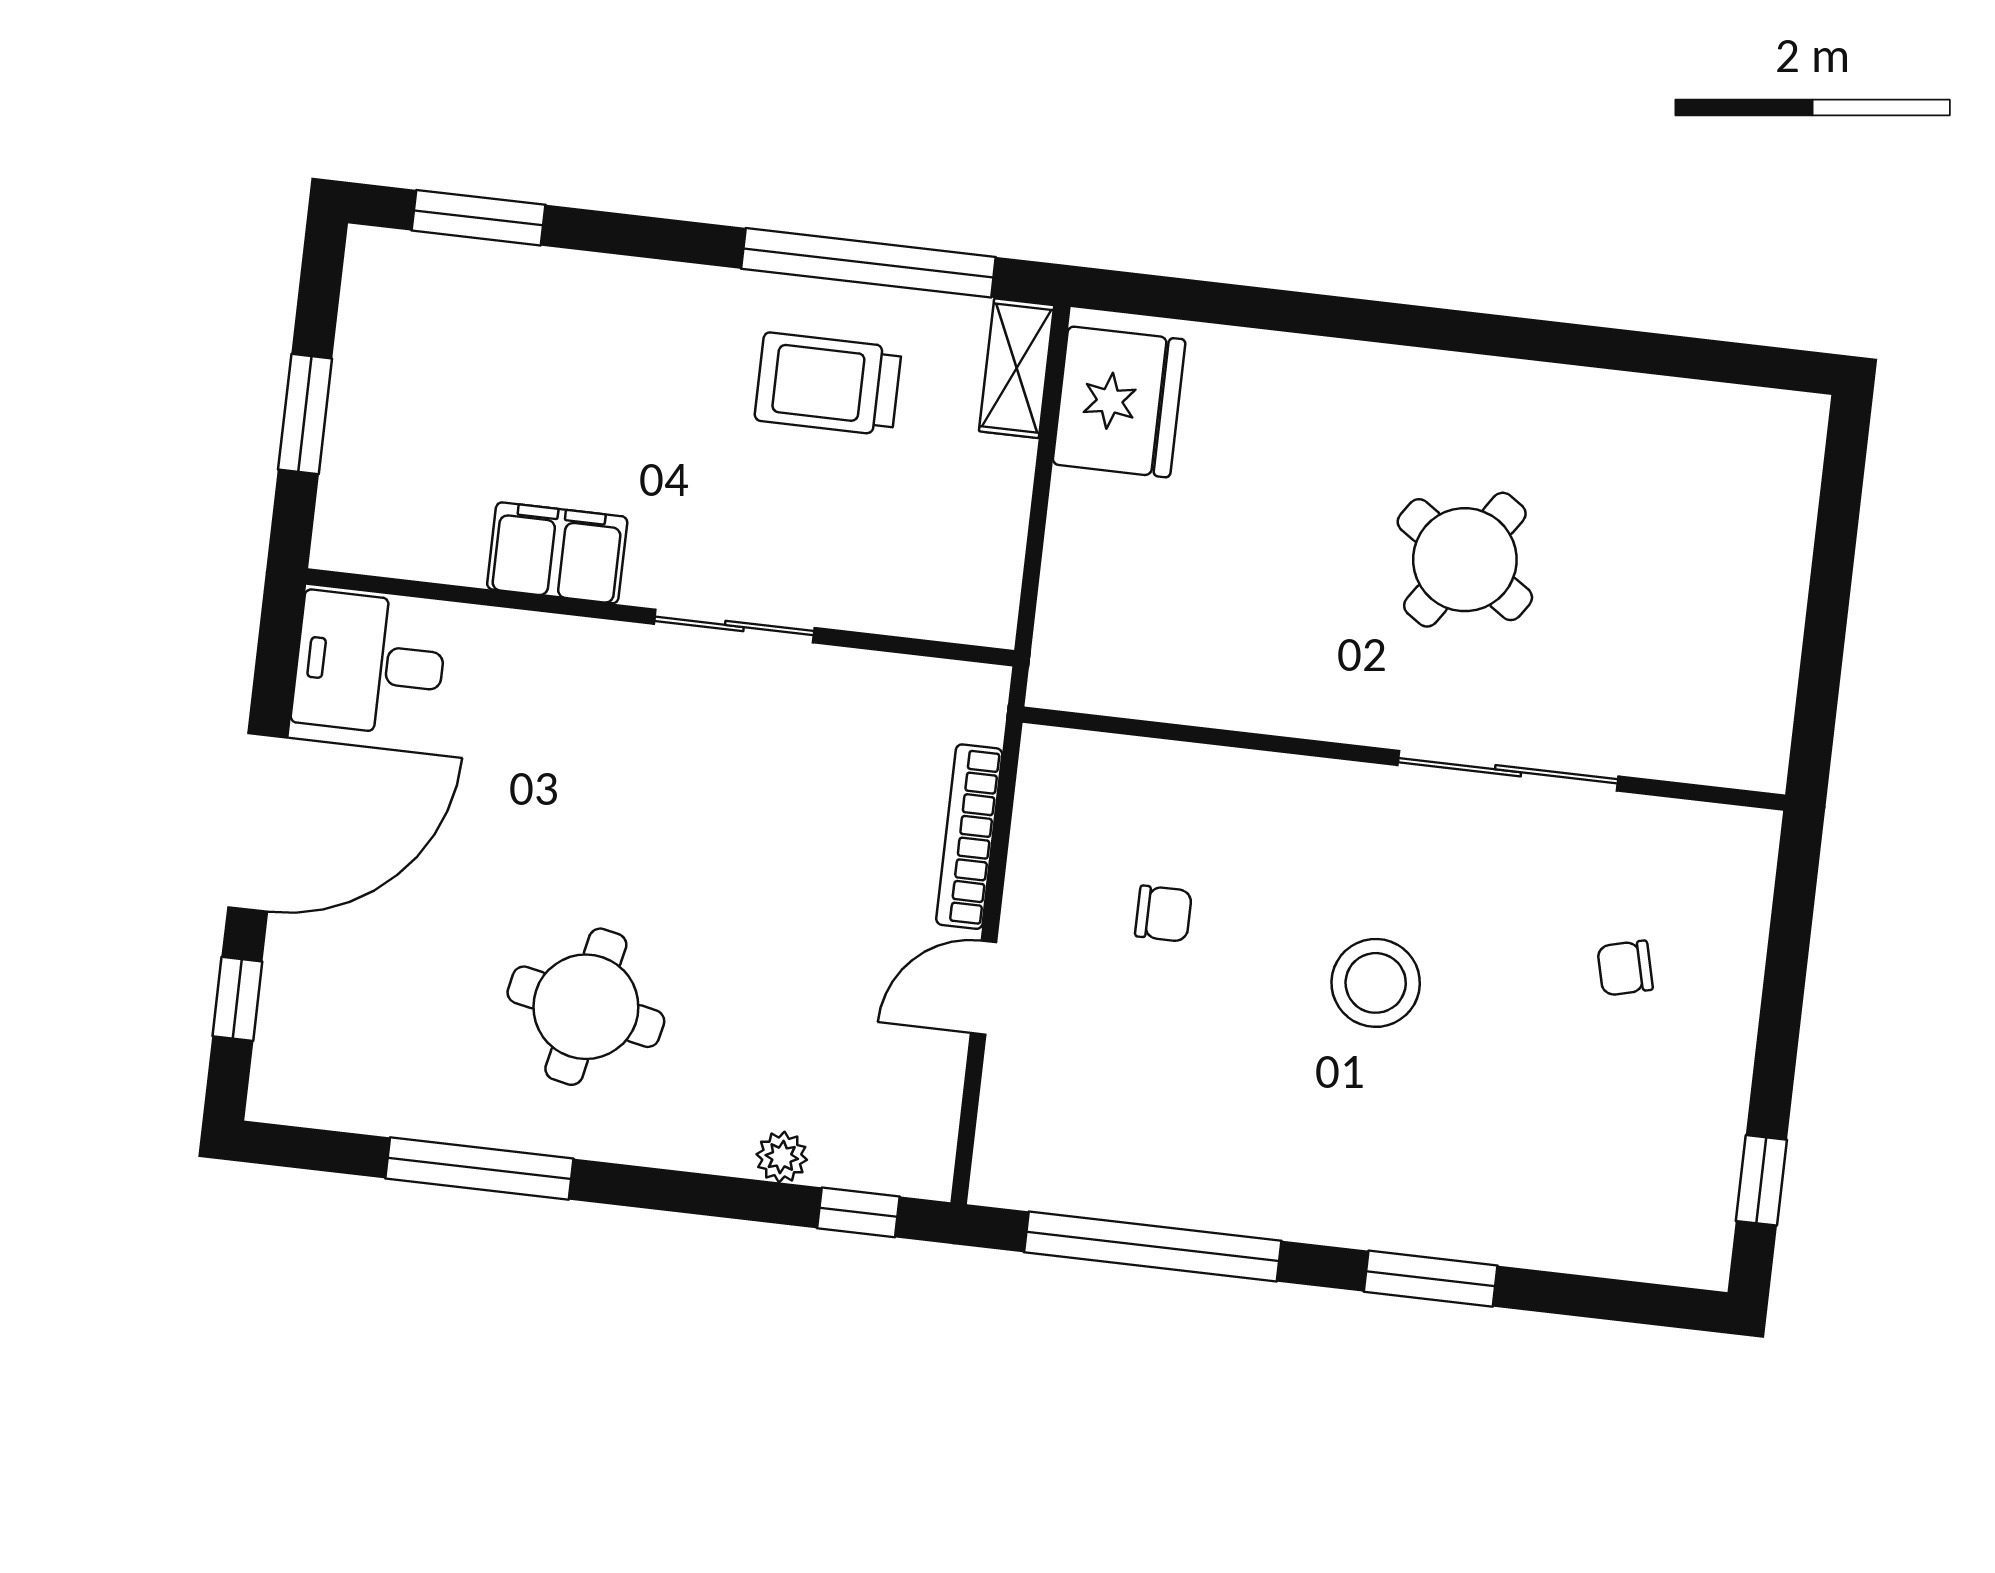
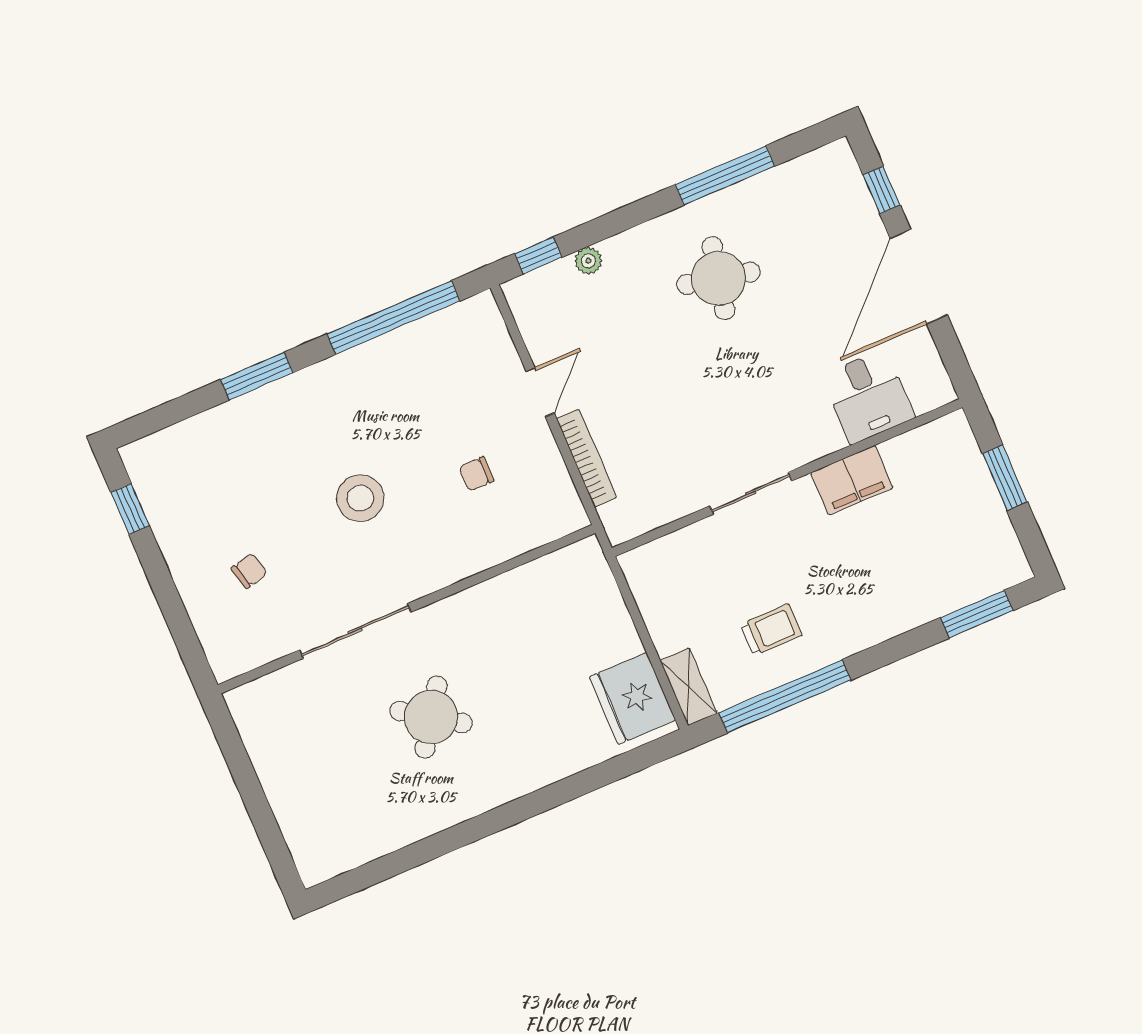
trolley: (828, 384) -> (771, 630), width x0.73, depth x0.72
desk: (370, 664) -> (868, 396), moved, turned 90

